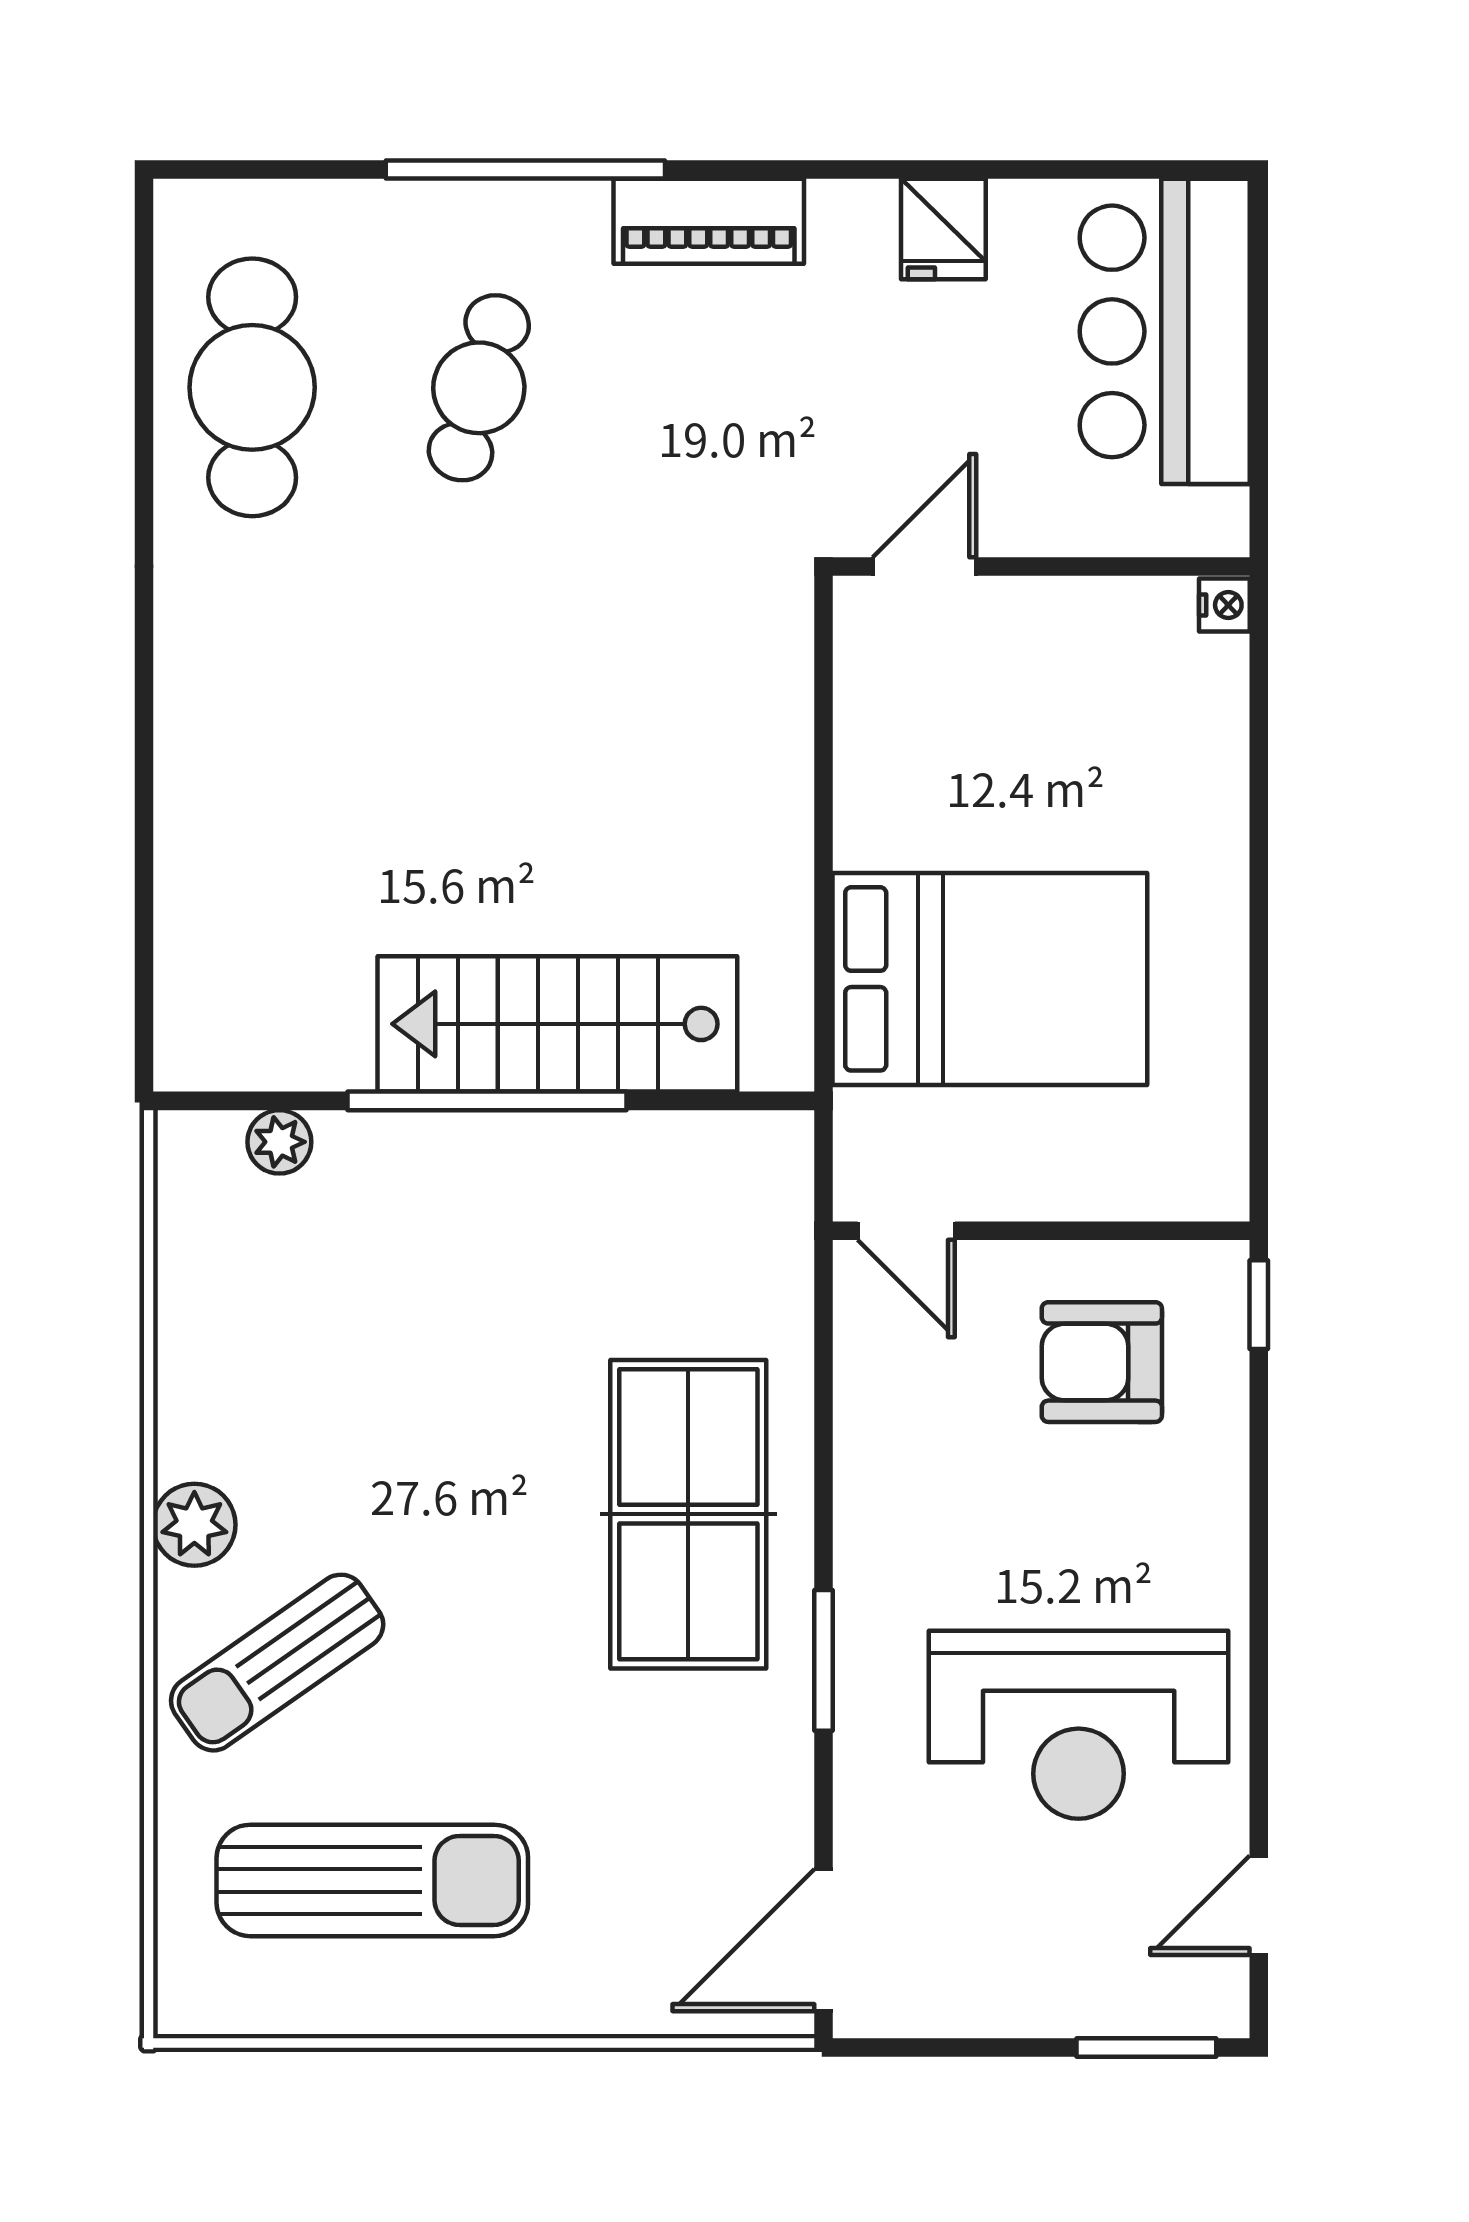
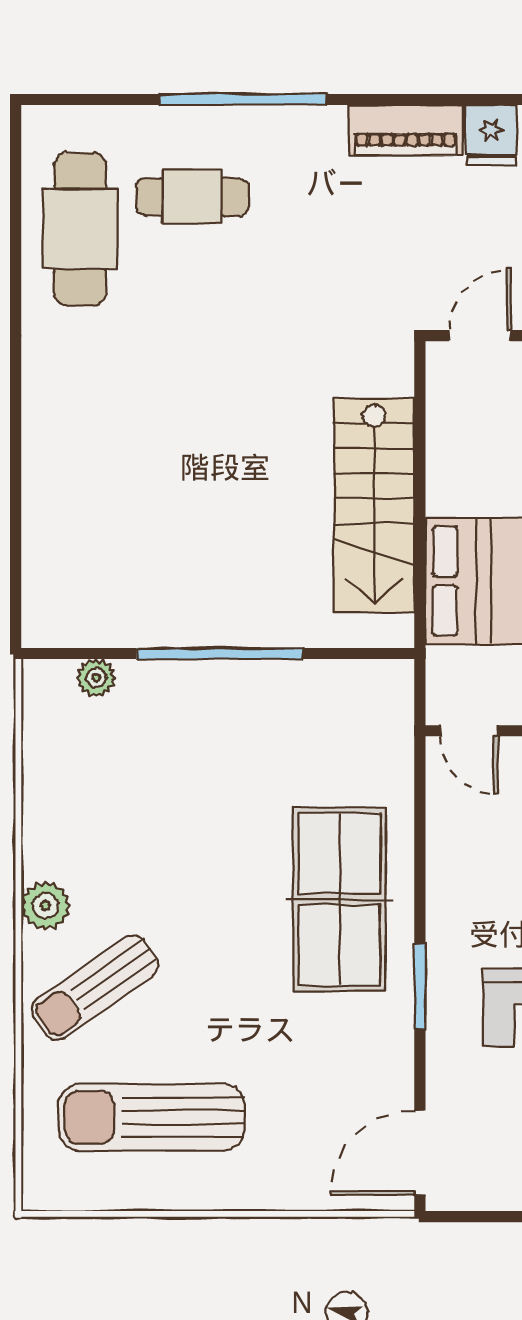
piano: (709, 221) -> (406, 130), moved
cafe table: (479, 388) -> (192, 197), moved, turned 74
stairs: (557, 1024) -> (374, 506), moved, turned -90
sun lounger: (372, 1880) -> (152, 1117), turned 180

